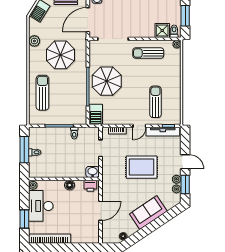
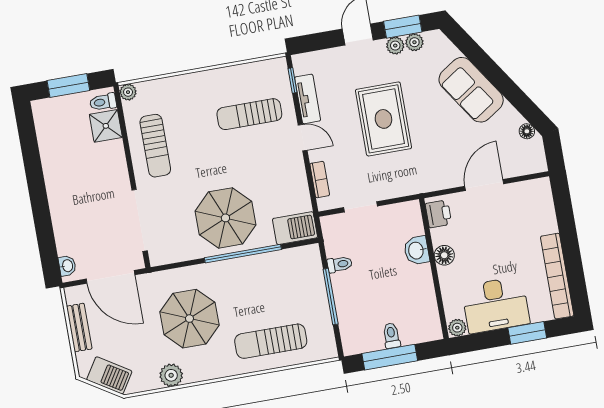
tv unit: (163, 132) -> (308, 99), width x0.71
washbasin: (93, 172) -> (417, 250), moved
door: (101, 211) -> (484, 185), hinge flipped

